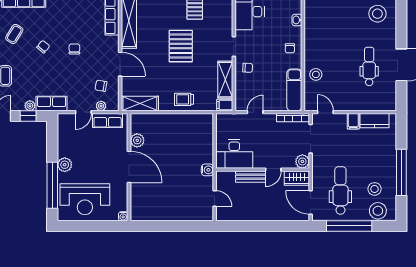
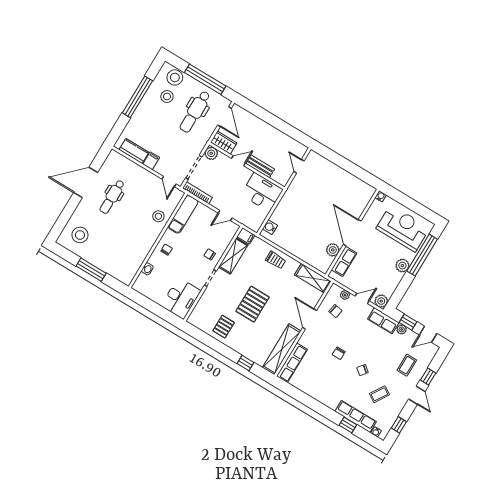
plant: (64, 120) -> (381, 301), added
row of seats: (108, 121) -> (344, 261), moved, turned 90
water cooler: (207, 170) -> (270, 227), moved

